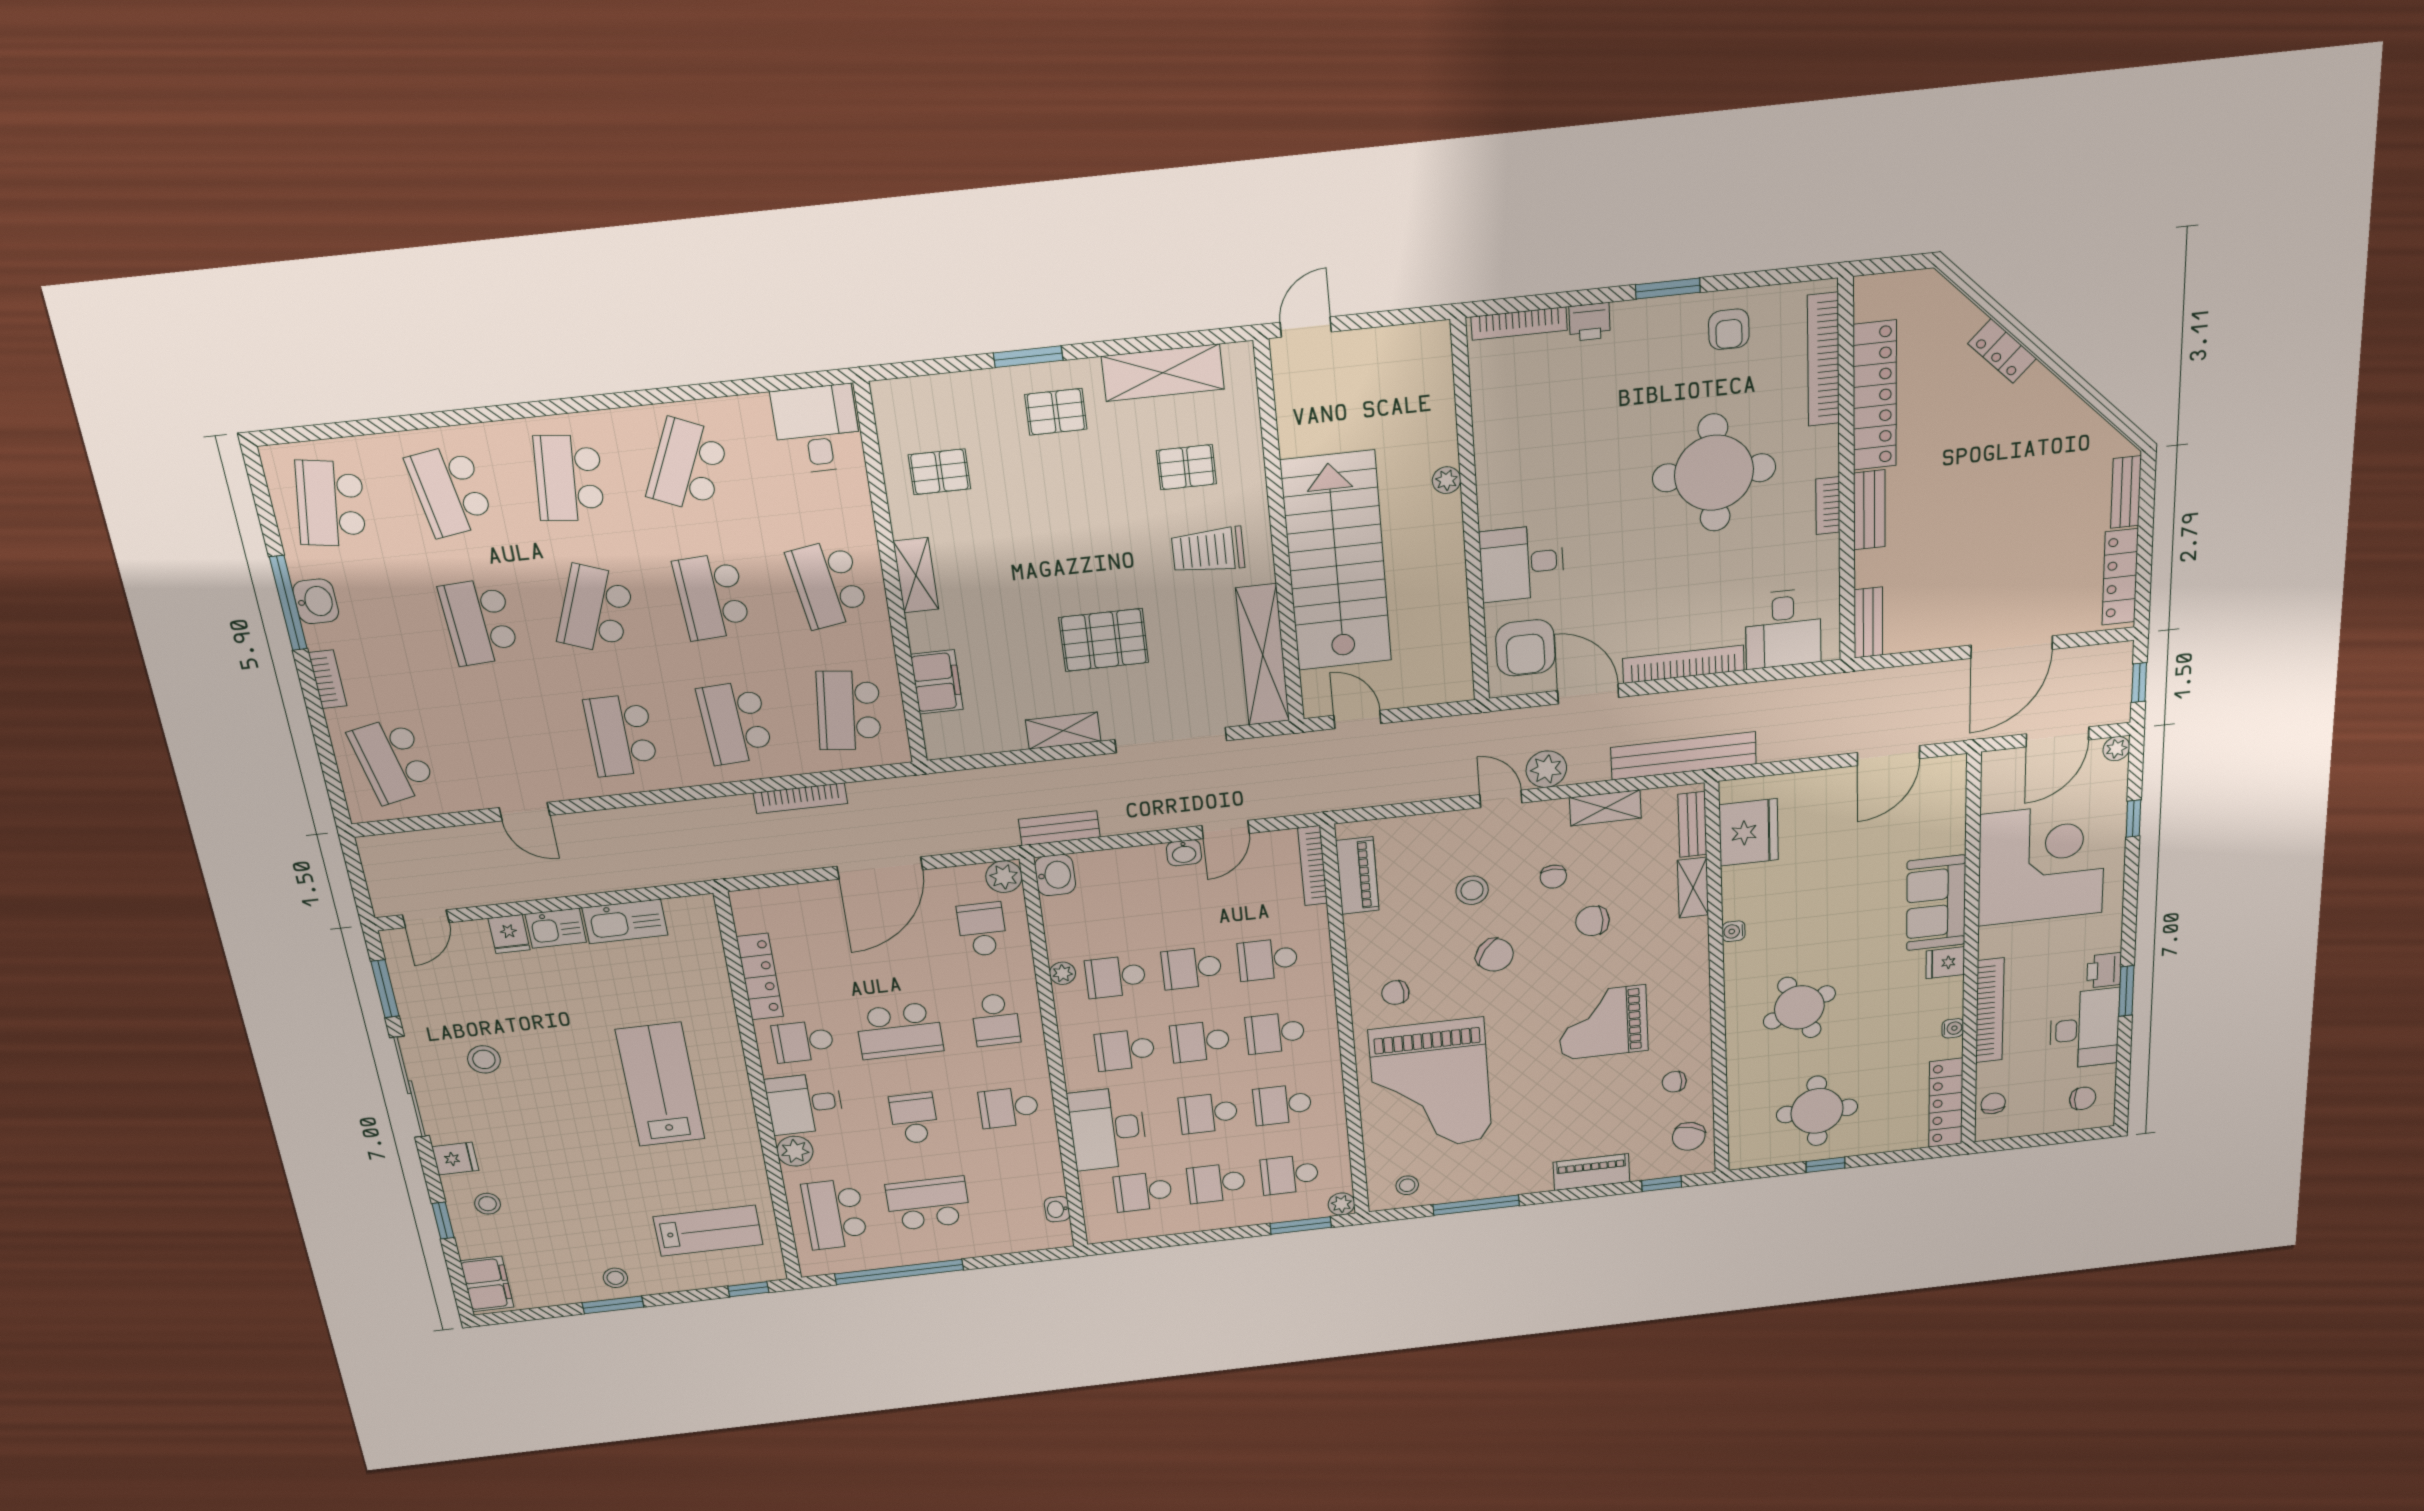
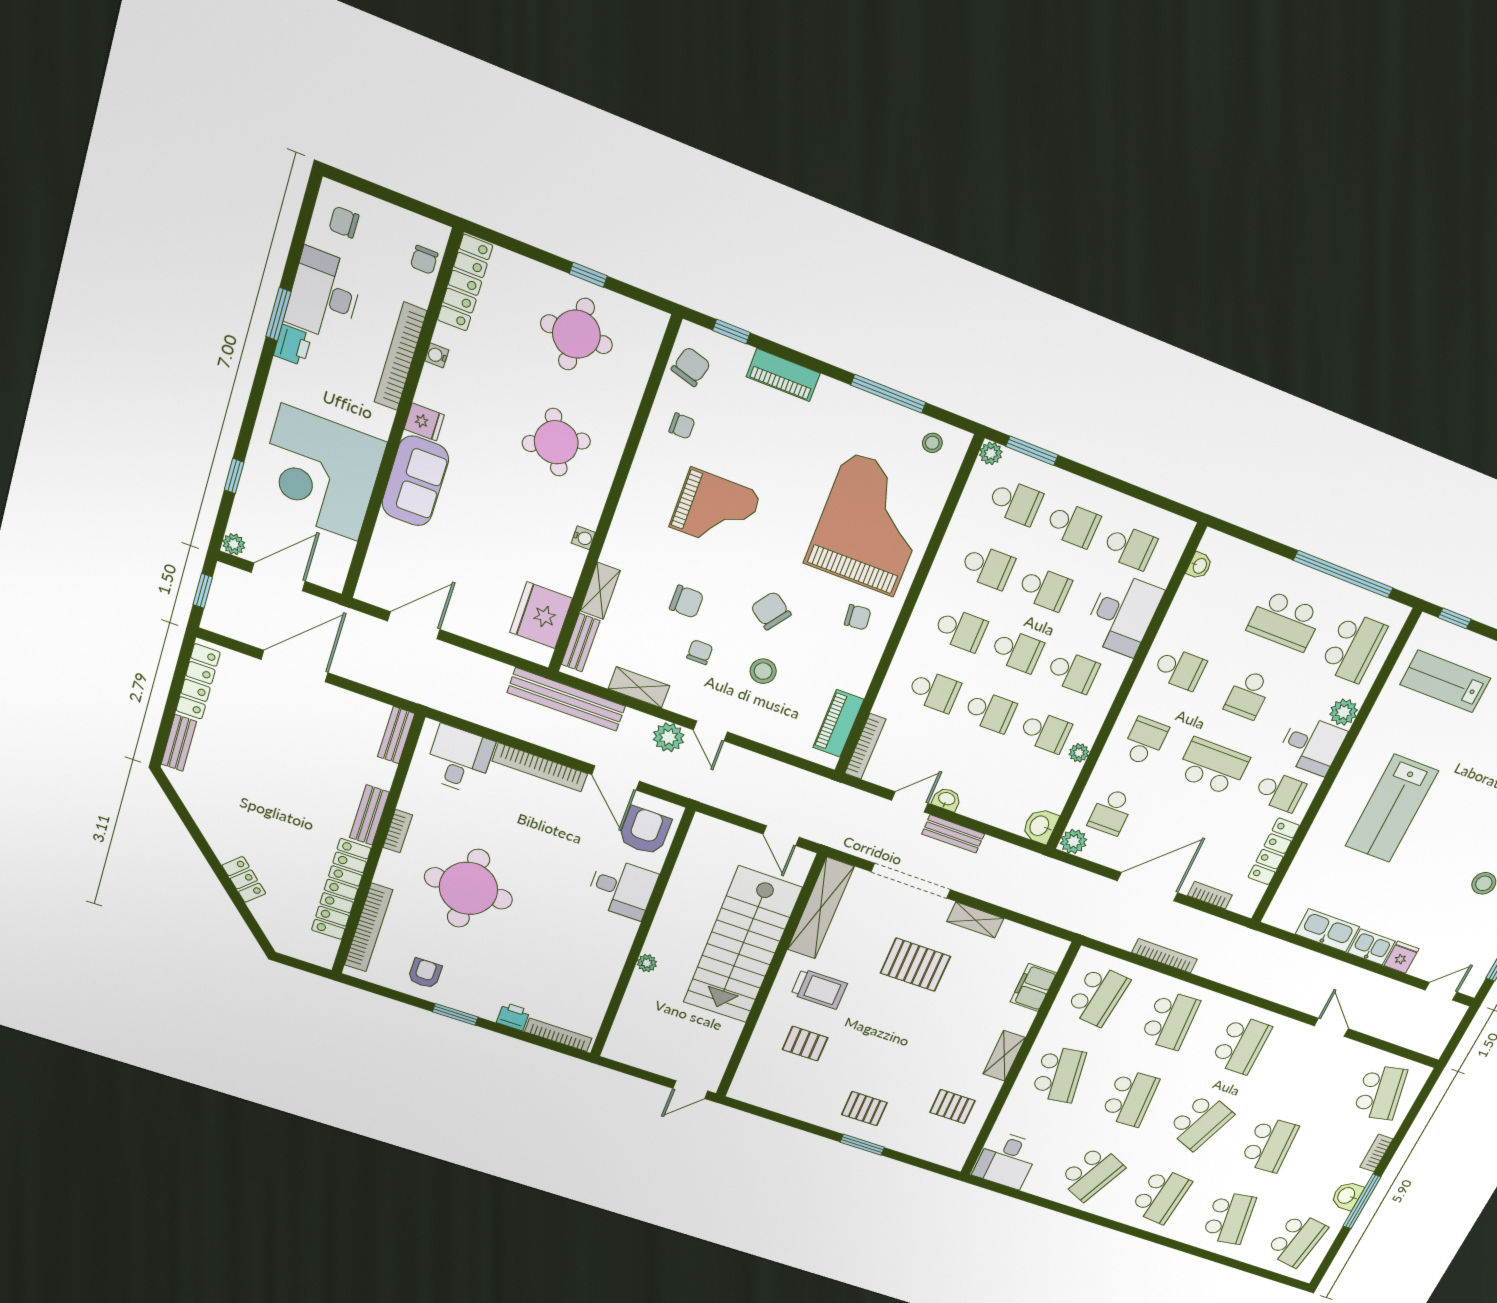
shelving: (1163, 373) -> (789, 1102), removed
bench: (1059, 828) -> (953, 834), moved
bookcase: (798, 894) -> (1210, 895), added

